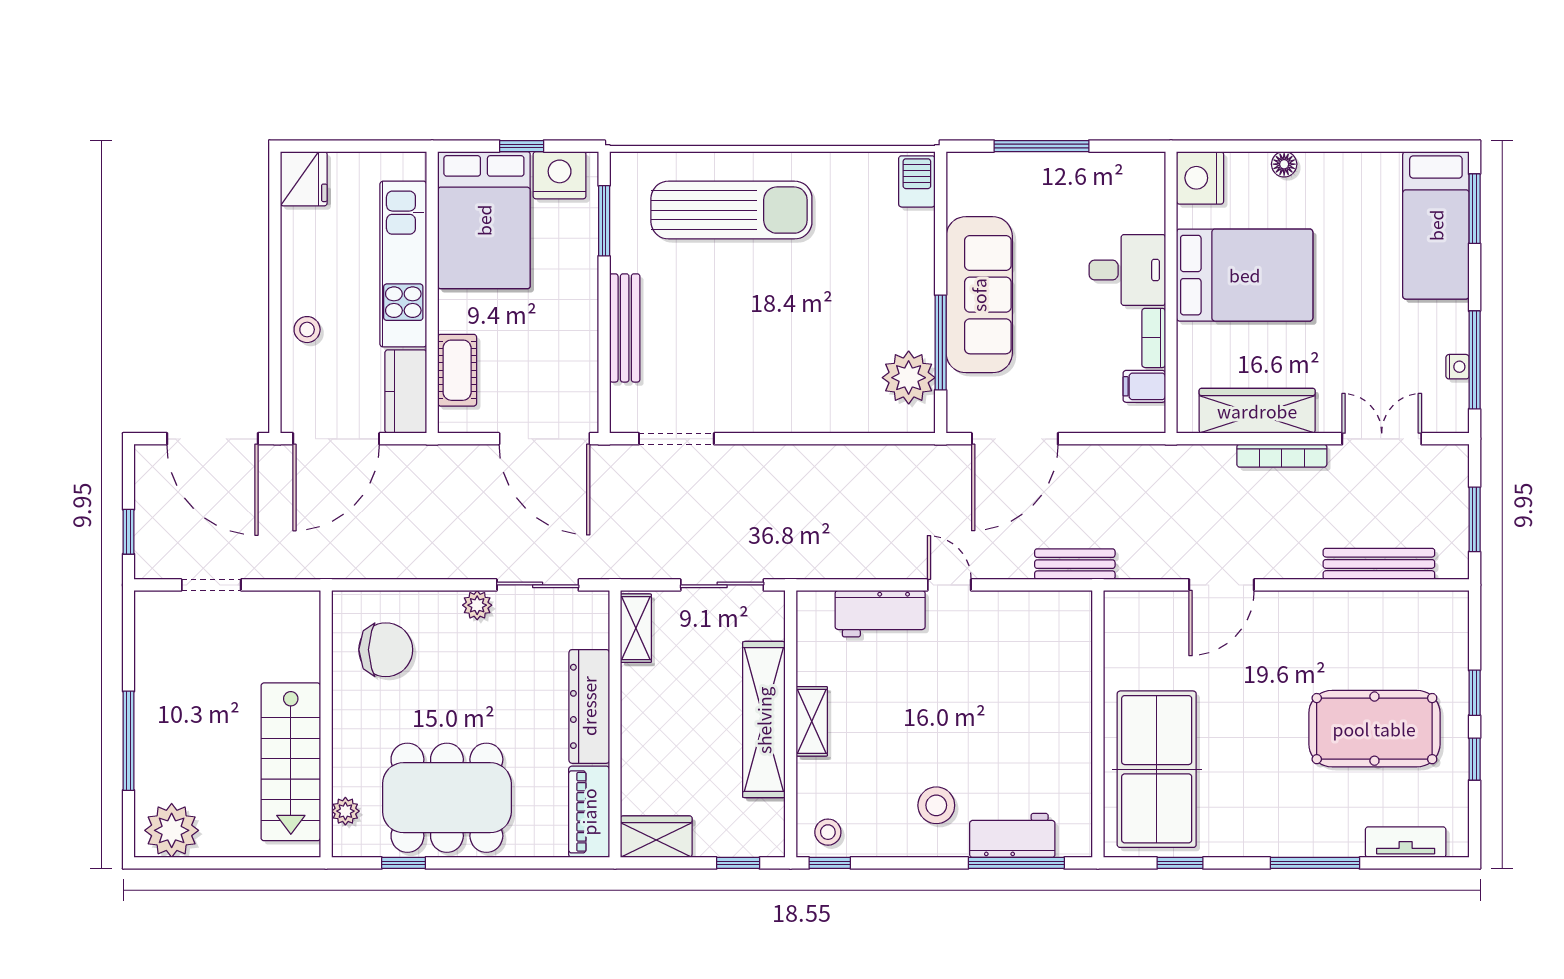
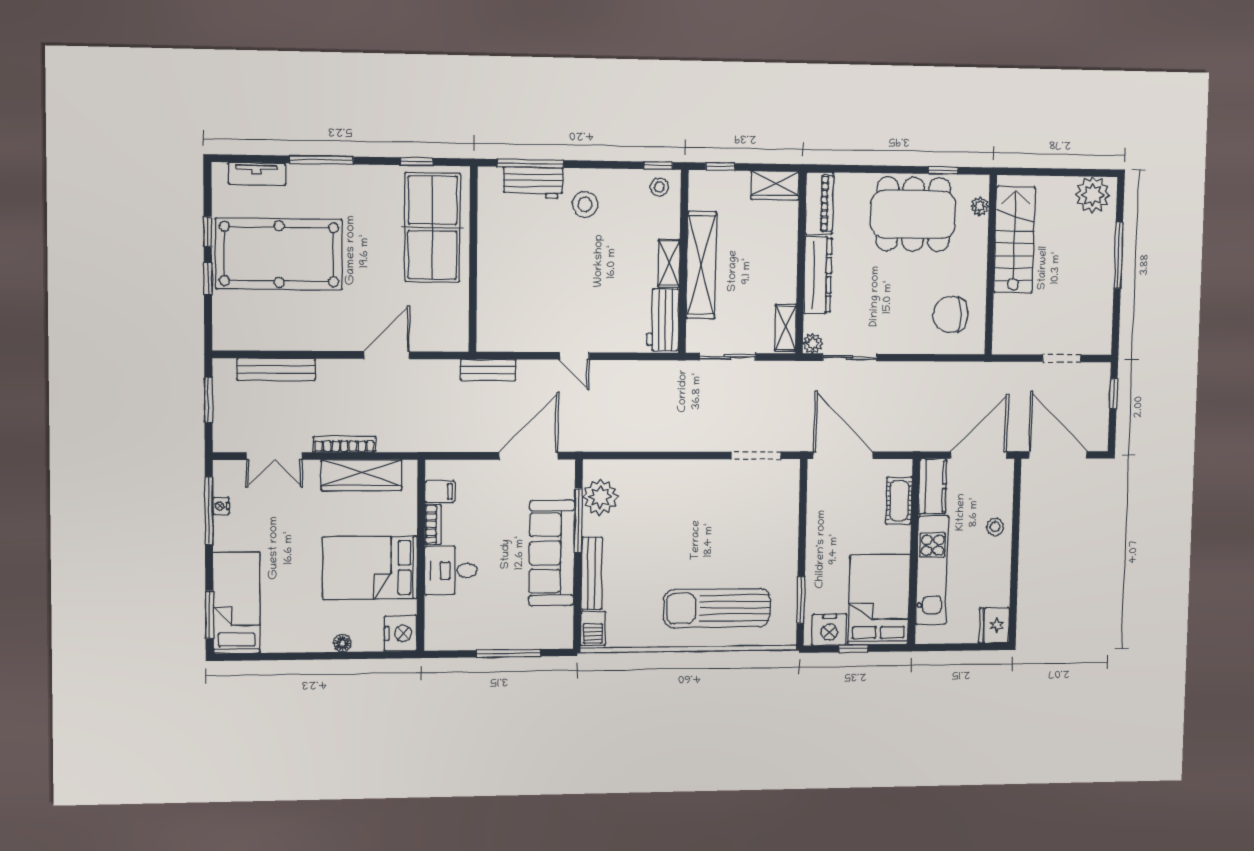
bench: (625, 328) -> (592, 573), moved
plant: (477, 605) -> (813, 343), moved
workbench: (880, 614) -> (663, 320), moved, turned -90
pool table: (1374, 729) -> (279, 254), width x1.36, depth x1.32

